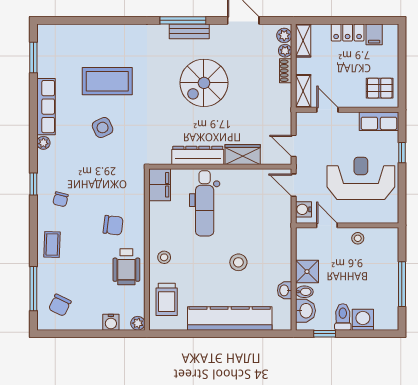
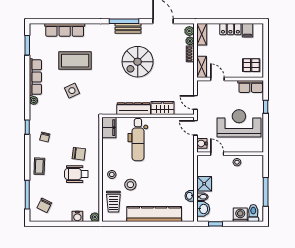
row of seats: (91, 34) -> (65, 30), added
stool: (238, 262) -> (130, 185), moved
wheelchair: (126, 267) -> (76, 174), moved, turned 90
toilet: (343, 317) -> (253, 213), moved

